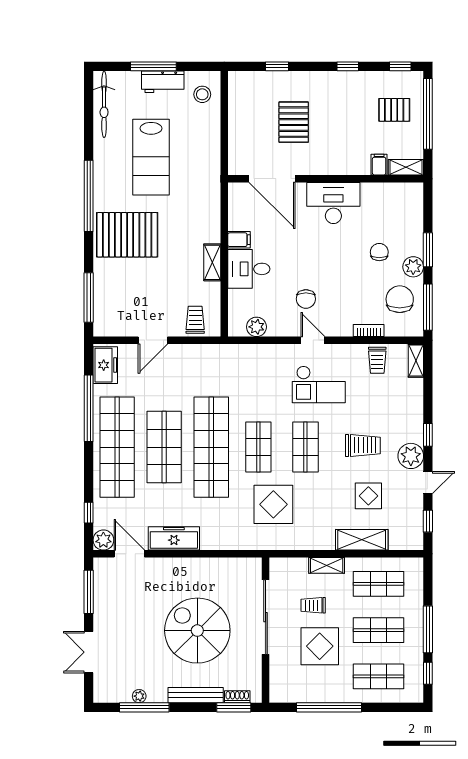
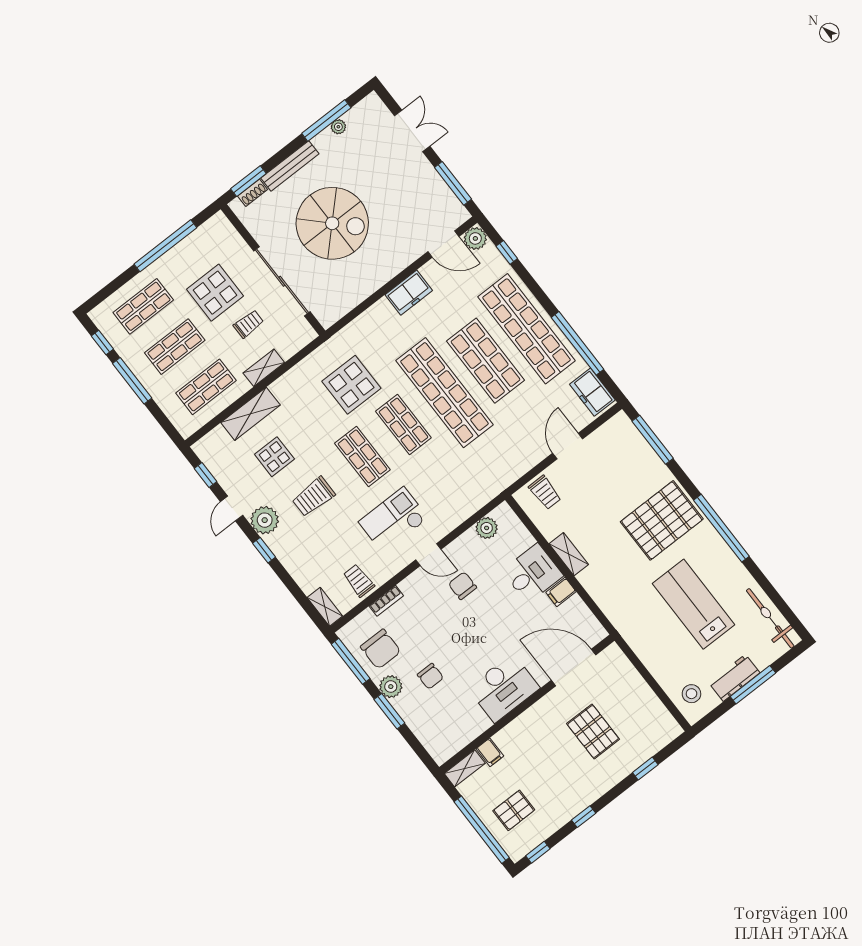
freezer: (174, 538) -> (409, 293), width x0.71

